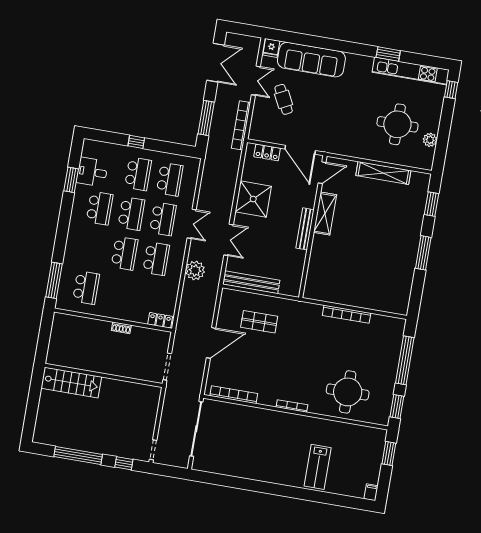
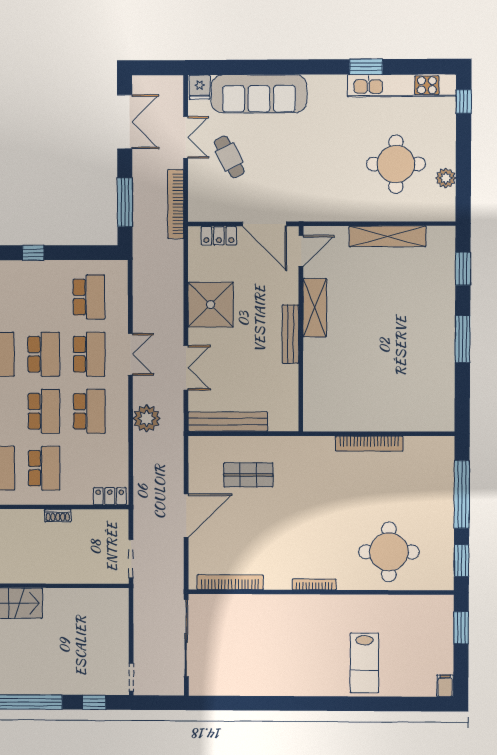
school desk: (138, 174) -> (44, 468), moved

